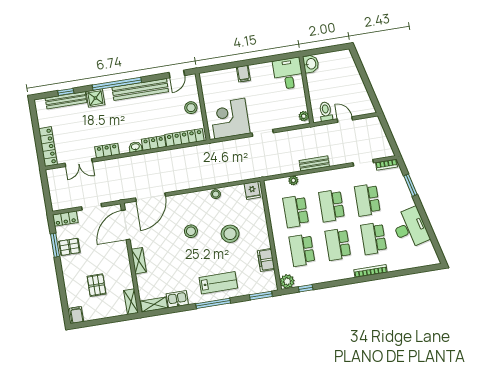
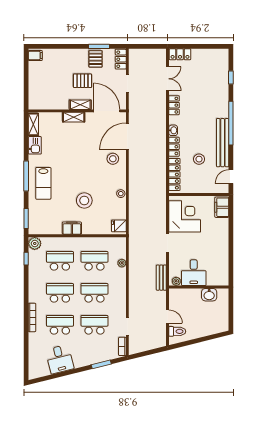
washbasin: (311, 64) -> (209, 295), moved
door: (177, 74) -> (231, 177), hinge flipped
filing cabinet: (243, 74) -> (222, 207), moved, width x2.00
desk: (288, 74) -> (194, 273), moved, turned 90
shower: (95, 98) -> (221, 102), removed
bench: (66, 100) -> (224, 77), removed
stool: (191, 108) -> (199, 159), moved
toilet: (326, 112) -> (177, 331), moved
door: (345, 120) -> (168, 317), hinge flipped
locker: (48, 147) -> (180, 54), width x0.66
double door: (79, 163) -> (168, 79), swing flipped
bench: (314, 163) -> (161, 278), moved
door: (150, 197) -> (127, 136), hinge flipped
desk: (410, 228) -> (60, 359), width x0.73
stool: (191, 231) -> (113, 159), moved
filing cabinet: (266, 260) -> (72, 228), moved
pallet: (96, 285) -> (83, 81), moved
shelving: (131, 302) -> (80, 105), moved

